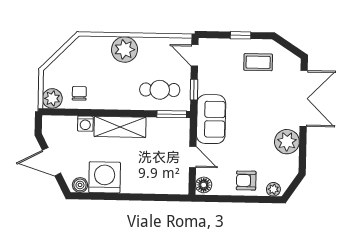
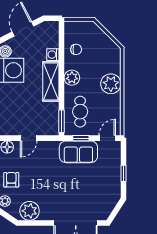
coffee table: (258, 62) -> (103, 187), removed
plant: (52, 98) -> (72, 78), moved
sofa: (211, 119) -> (78, 152), moved
plant: (287, 142) -> (30, 211), moved

